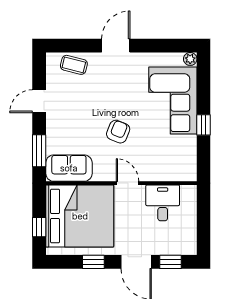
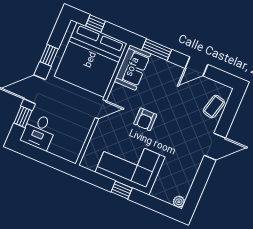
door: (116, 46) -> (215, 147), hinge flipped
corner sofa: (173, 100) -> (130, 165), moved
door: (39, 101) -> (196, 66), swing flipped
armchair: (118, 132) -> (145, 119), turned 68
desk: (163, 203) -> (39, 131), moved, turned 90

